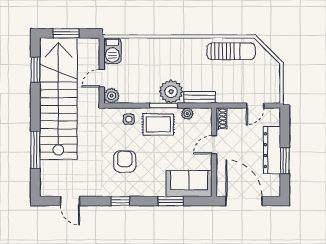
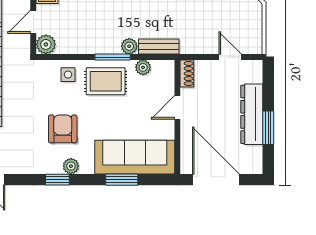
plant: (171, 92) -> (129, 46), width x0.53, depth x0.53
door: (255, 106) -> (230, 57), swing flipped
sofa: (189, 183) -> (135, 157), width x1.36
plant: (131, 191) -> (71, 166), added

